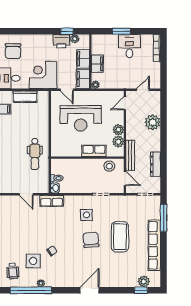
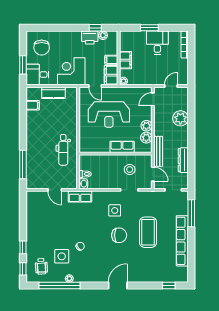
filing cabinet: (83, 59) -> (111, 60), width x0.50
stool: (109, 166) -> (130, 170), moved
chair: (91, 240) -> (119, 235), turned 95
plant: (144, 282) -> (172, 277), removed

